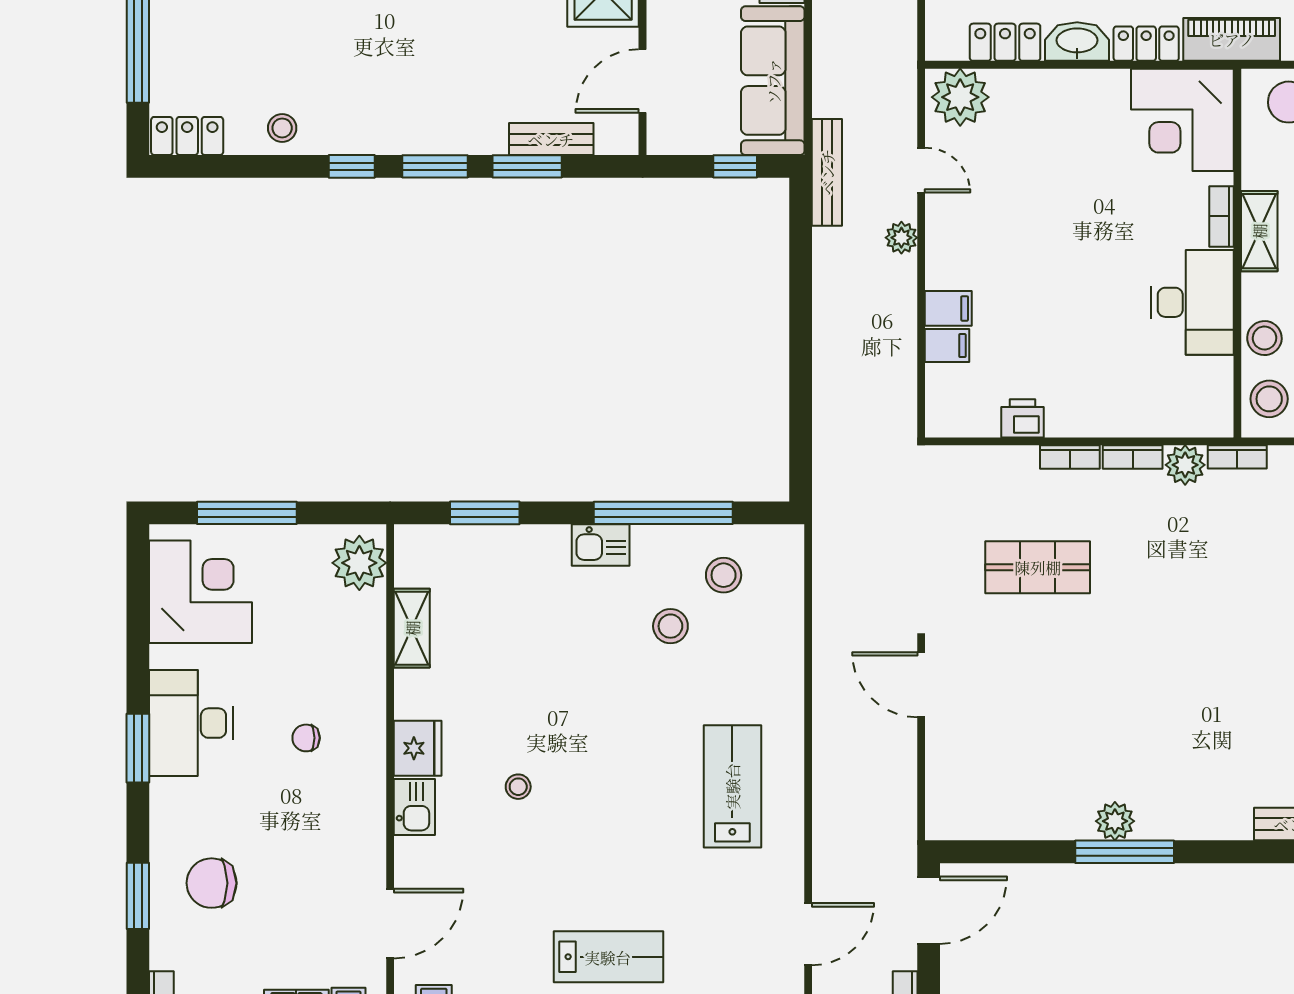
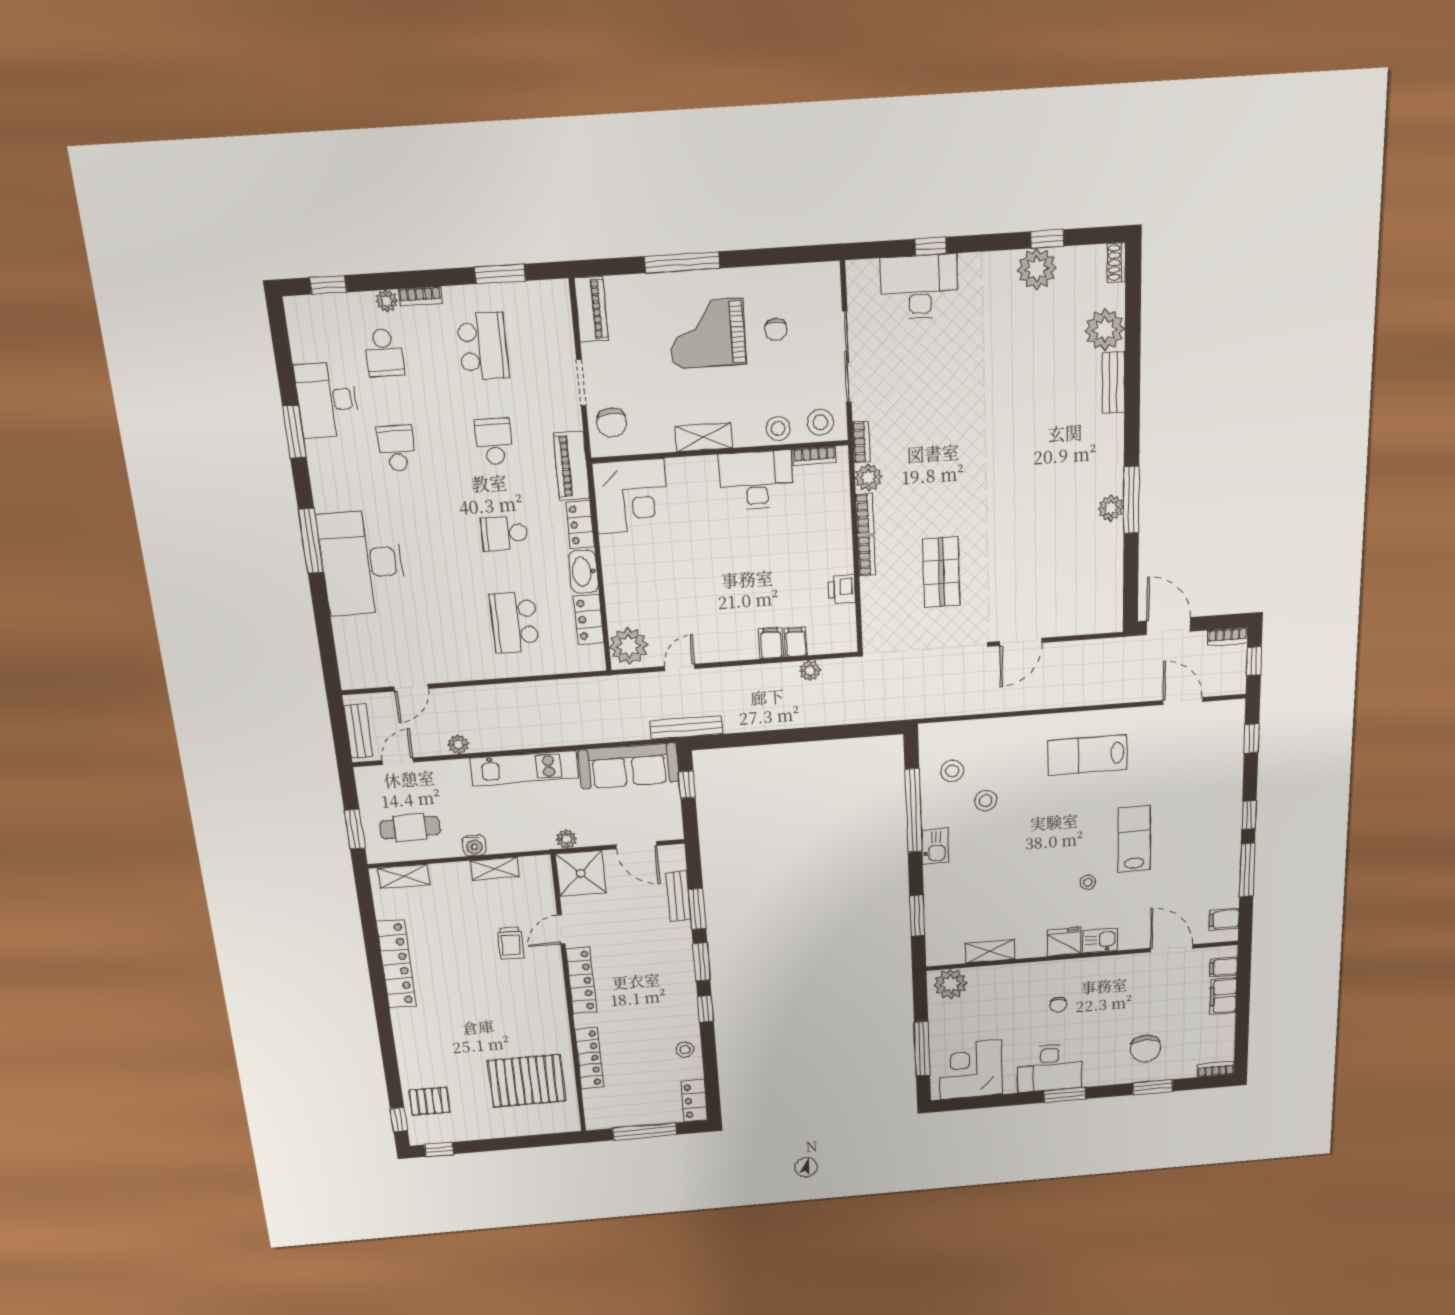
bookcase: (1222, 216) -> (815, 456), moved
plant: (901, 238) -> (810, 670), moved
lab bench: (608, 957) -> (1134, 839), moved

